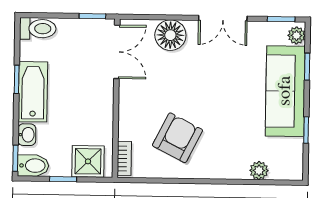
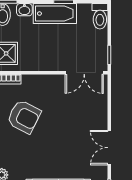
floor lamp: (170, 35) -> (97, 111), removed

